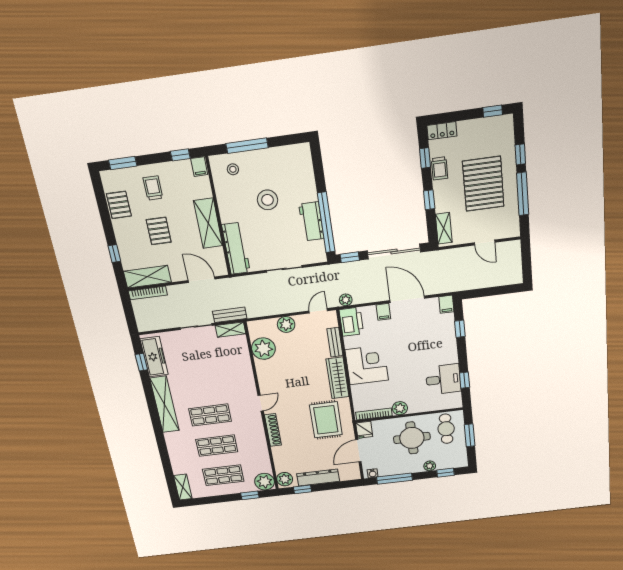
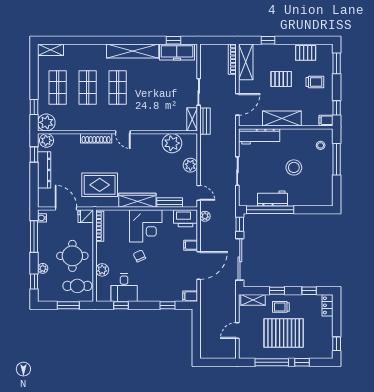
trolley: (440, 168) -> (281, 307), moved
chair: (404, 367) -> (139, 256), added
plant: (400, 408) -> (102, 270), moved

